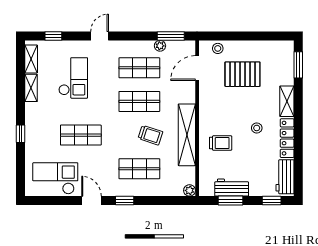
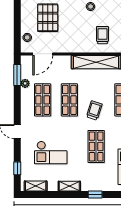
door: (197, 68) -> (43, 54), hinge flipped
checkout: (73, 78) -> (51, 153), turned 180
shelving: (31, 88) -> (69, 186), moved
trolley: (150, 135) -> (94, 110), moved

